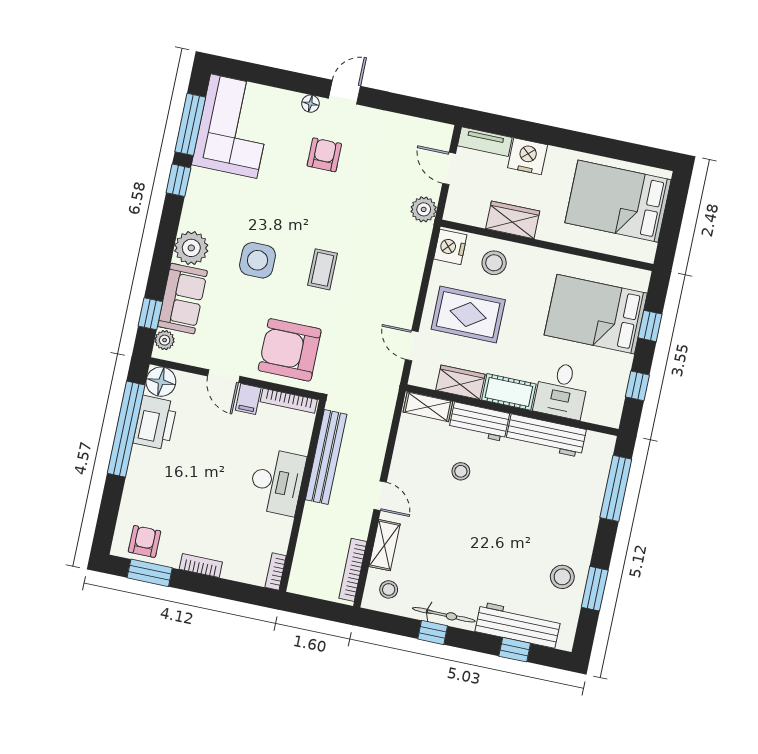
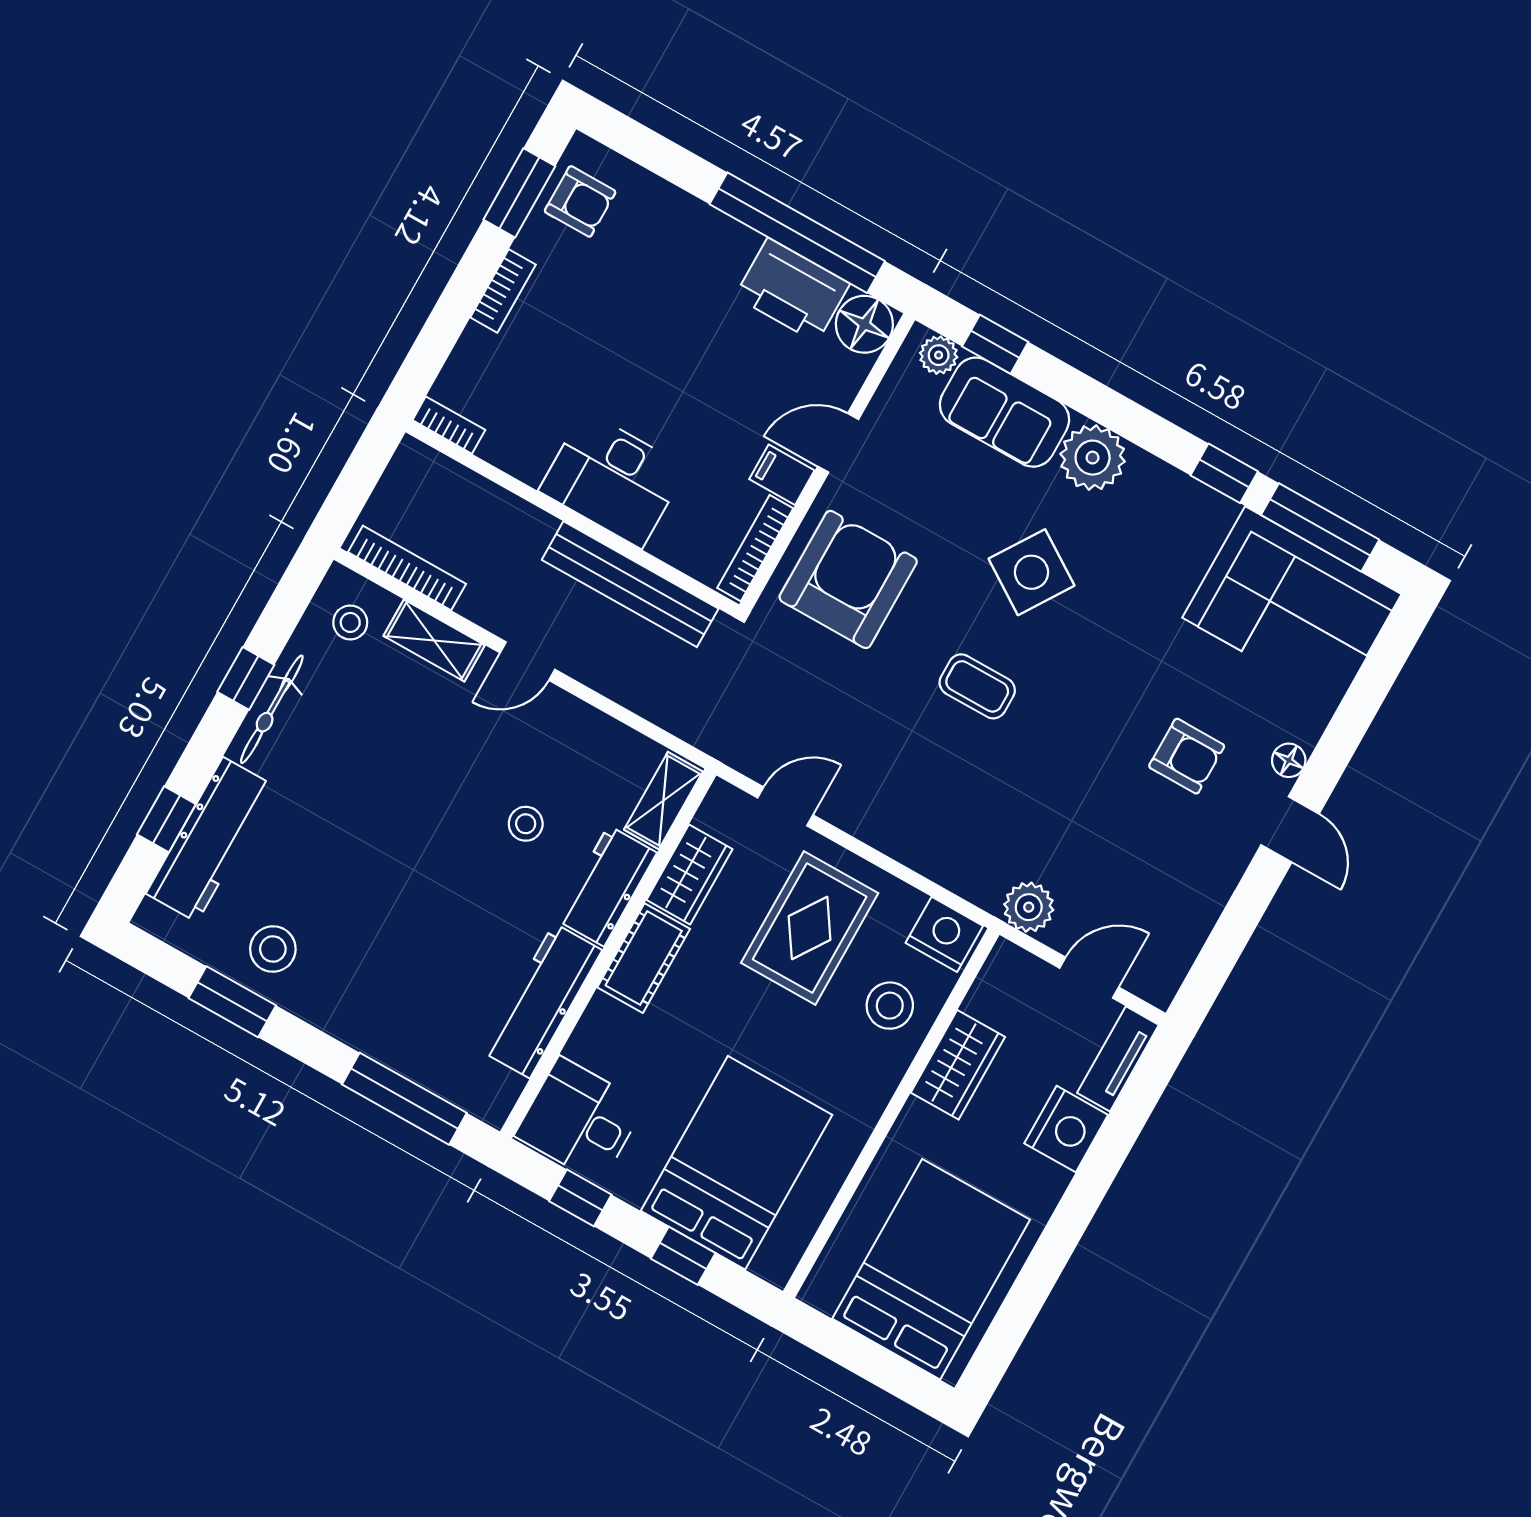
side table: (257, 260) -> (1031, 572), turned 33
desk: (561, 390) -> (580, 1120), moved

